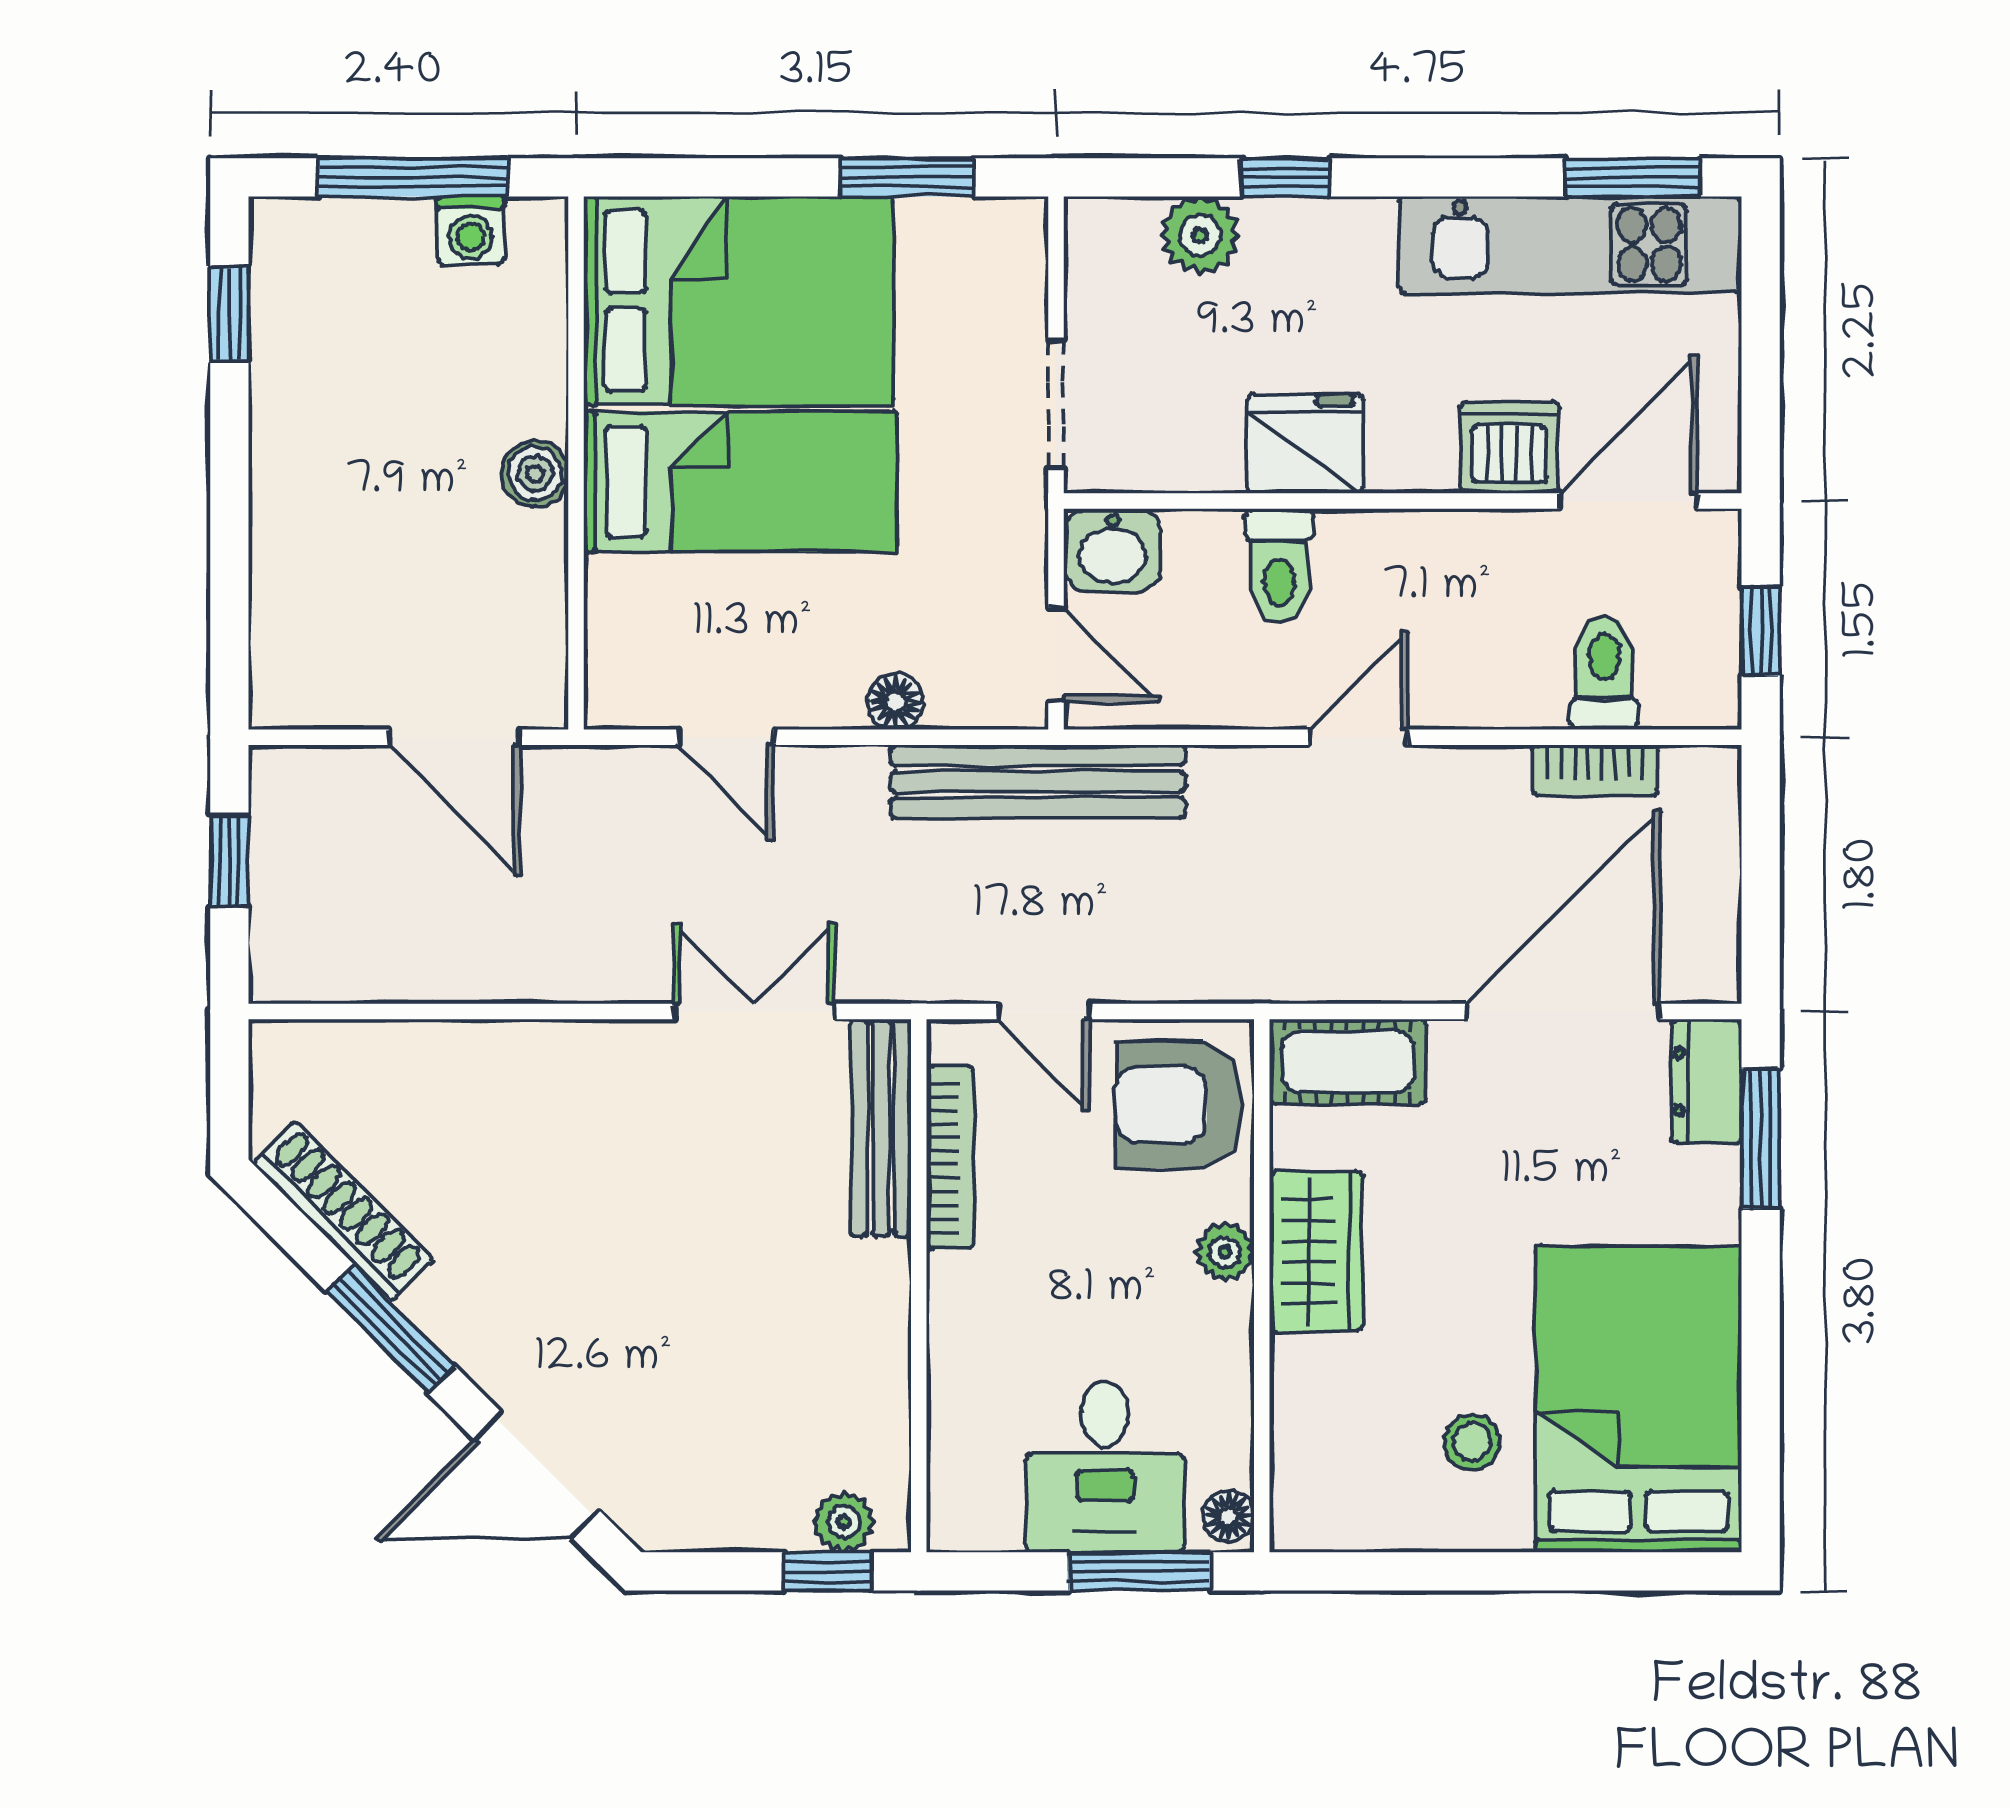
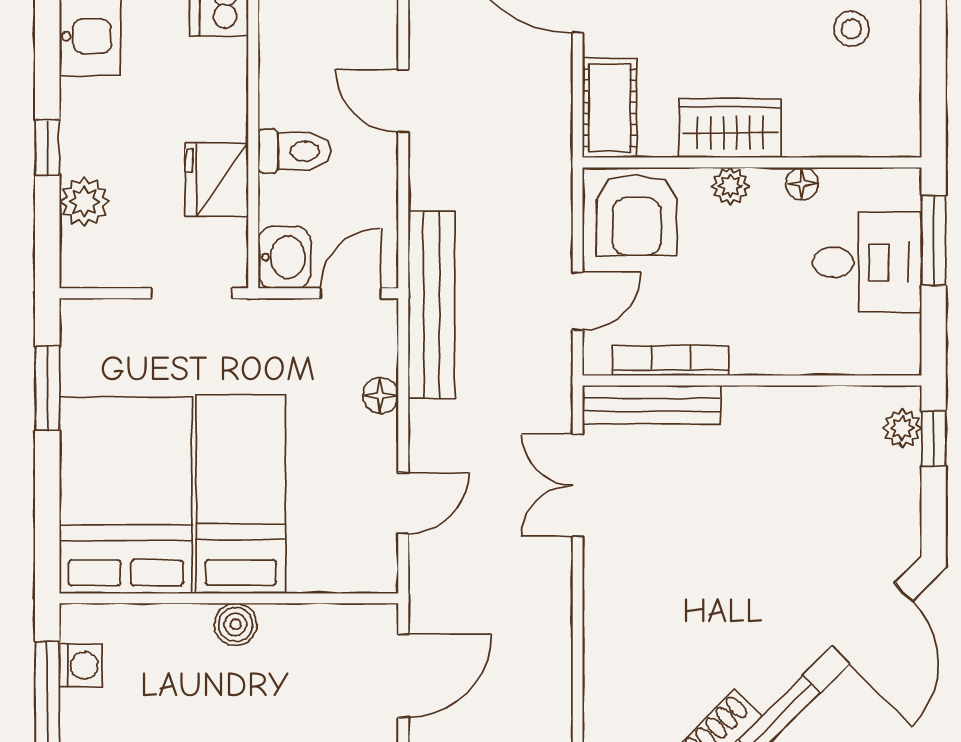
fridge: (1305, 444) -> (217, 180), moved
floor lamp: (1228, 1516) -> (802, 184), moved

